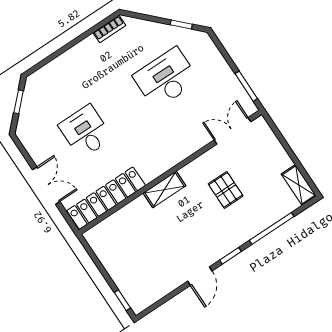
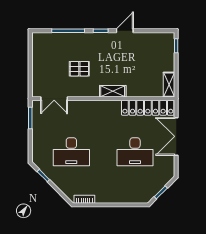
desk: (85, 132) -> (135, 152), width x1.37
shelving: (299, 185) -> (169, 85), moved
double door: (46, 186) -> (176, 136), width x1.37
pallet: (226, 190) -> (79, 69), turned 90

